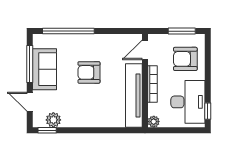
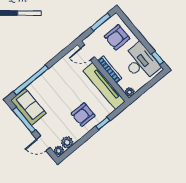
door: (145, 50) -> (88, 52), hinge flipped
sofa: (45, 69) -> (28, 107), moved
armchair: (89, 72) -> (83, 115), moved
plant: (39, 121) -> (59, 151), added
window: (47, 130) -> (103, 123), moved

